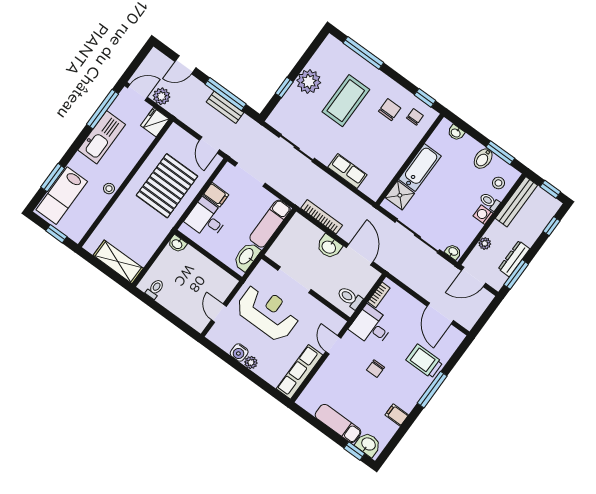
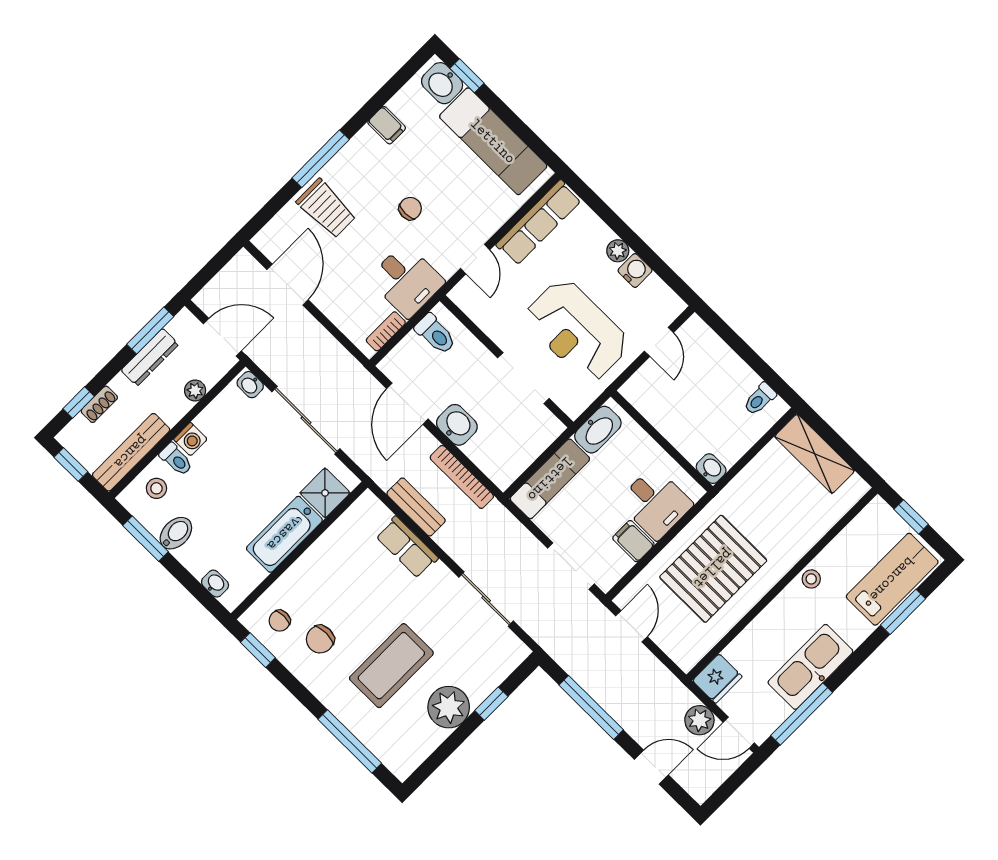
bench: (225, 107) -> (416, 507), moved
shoe rack: (539, 227) -> (99, 404), added
exam couch: (338, 423) -> (493, 141), width x1.36, depth x1.45

